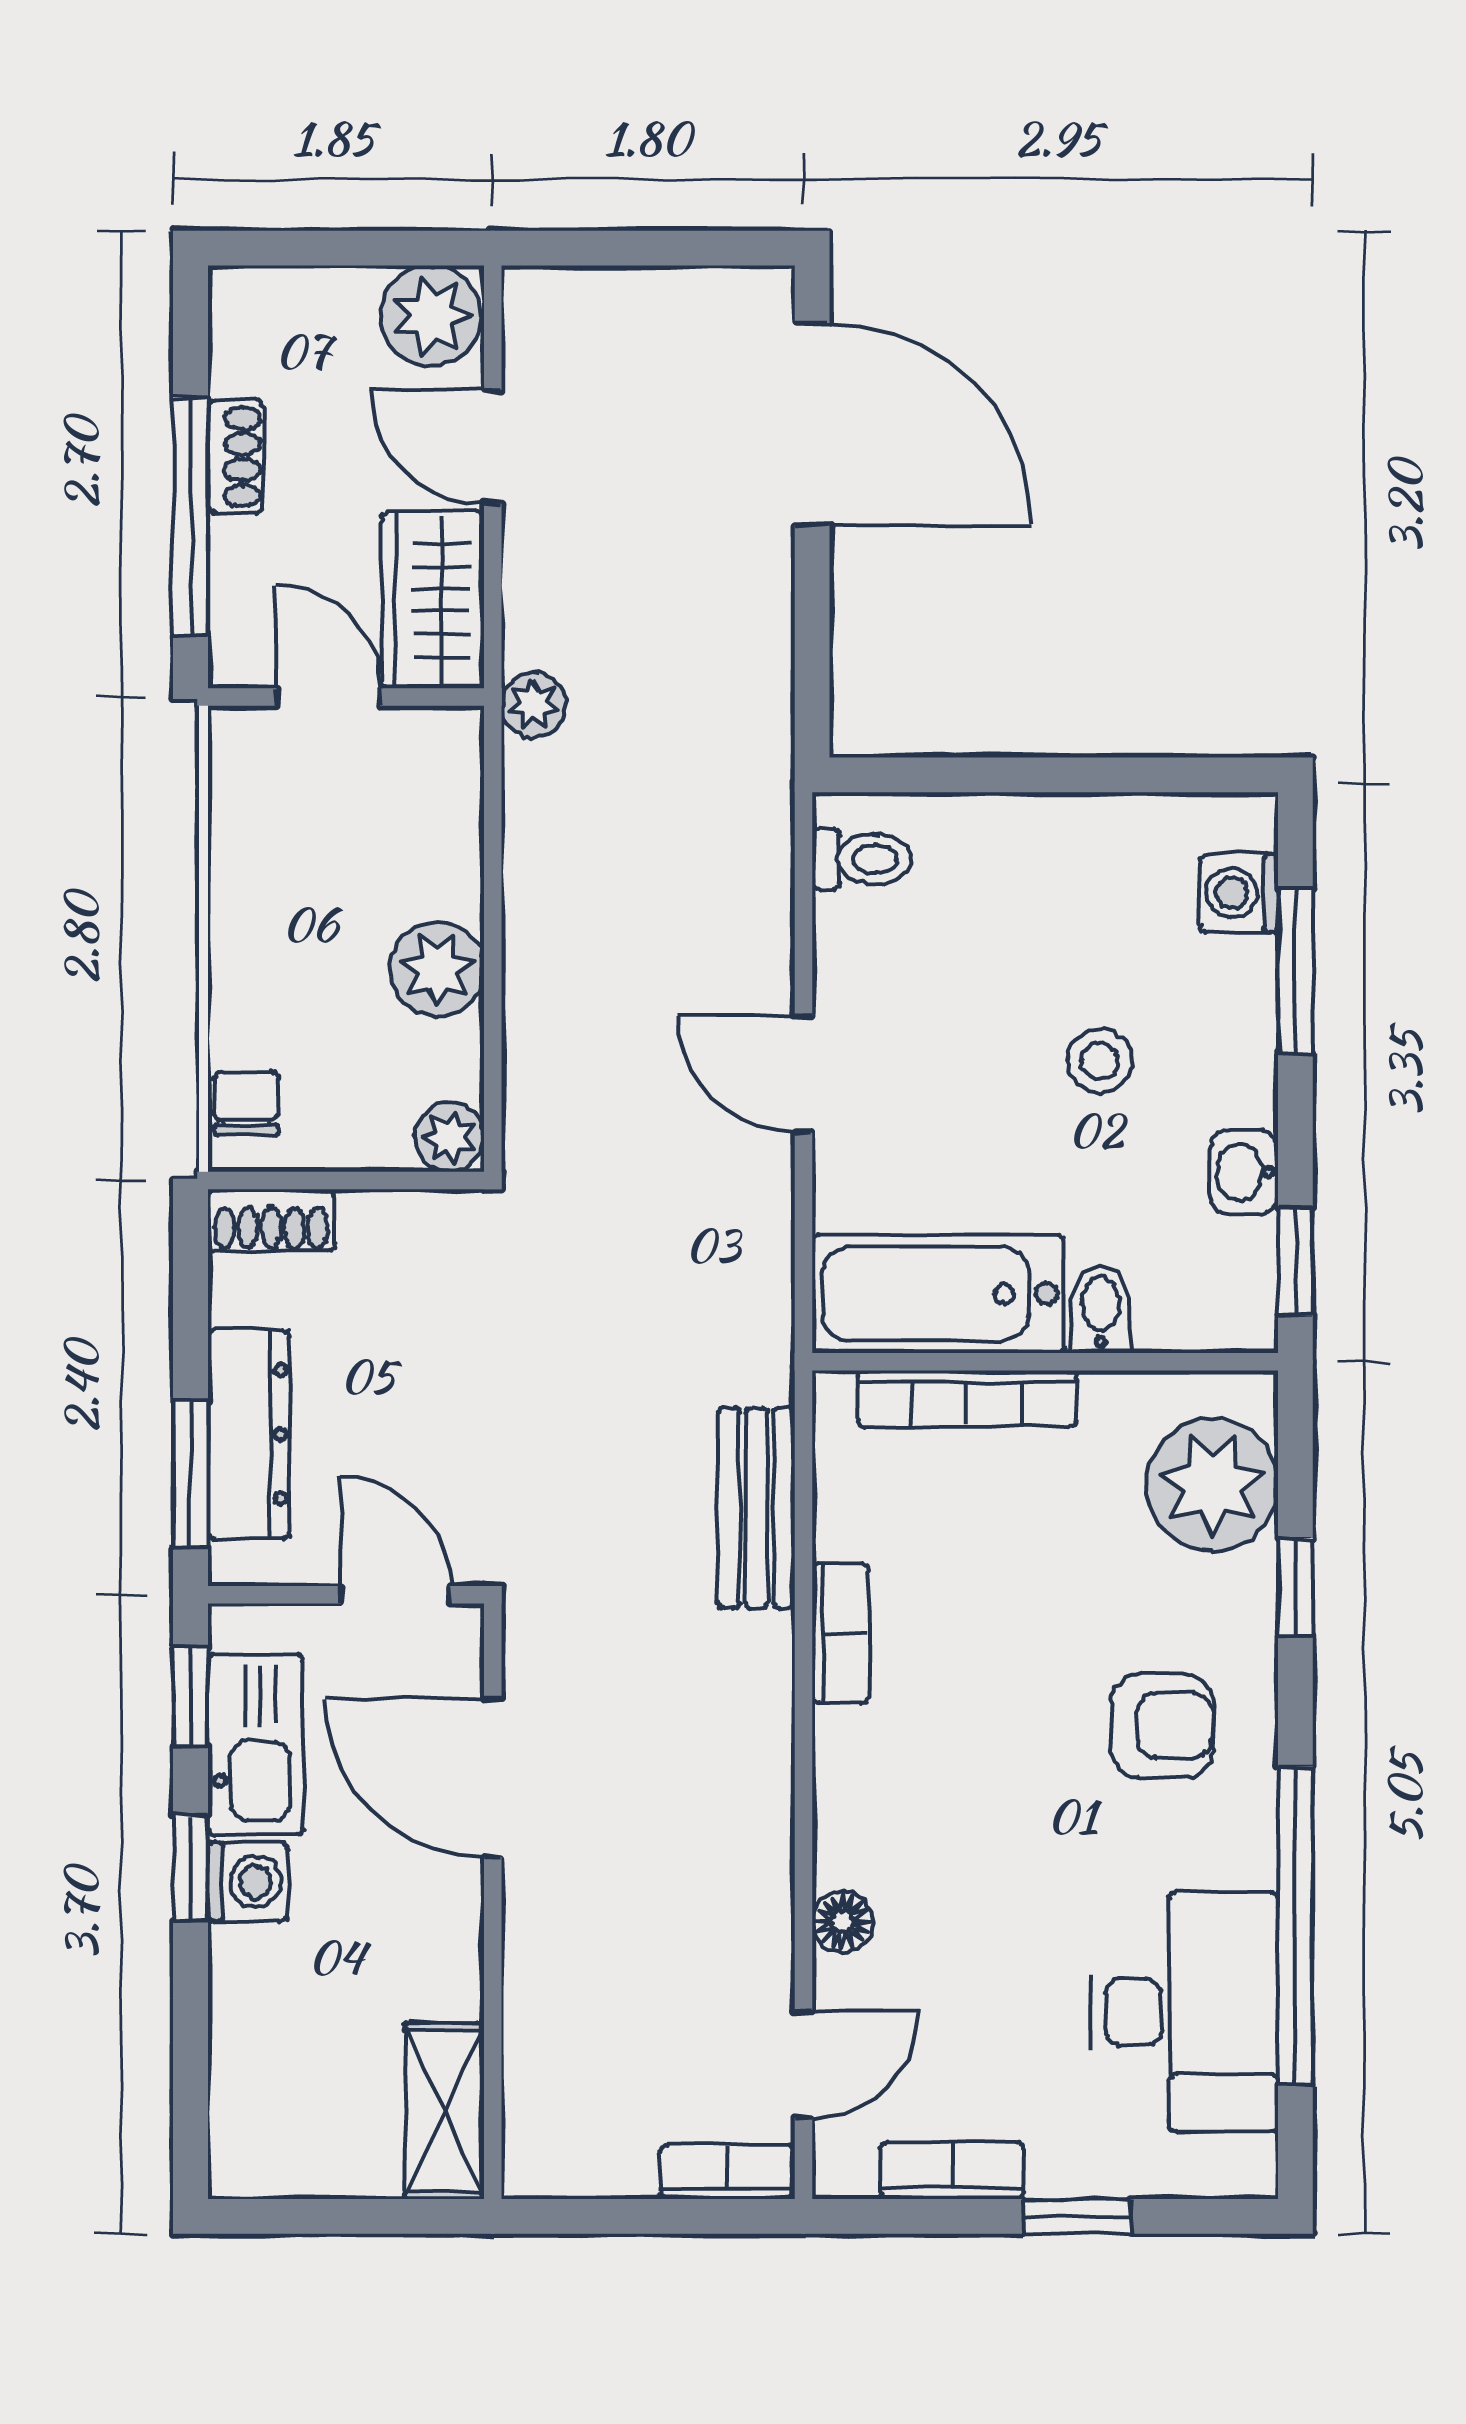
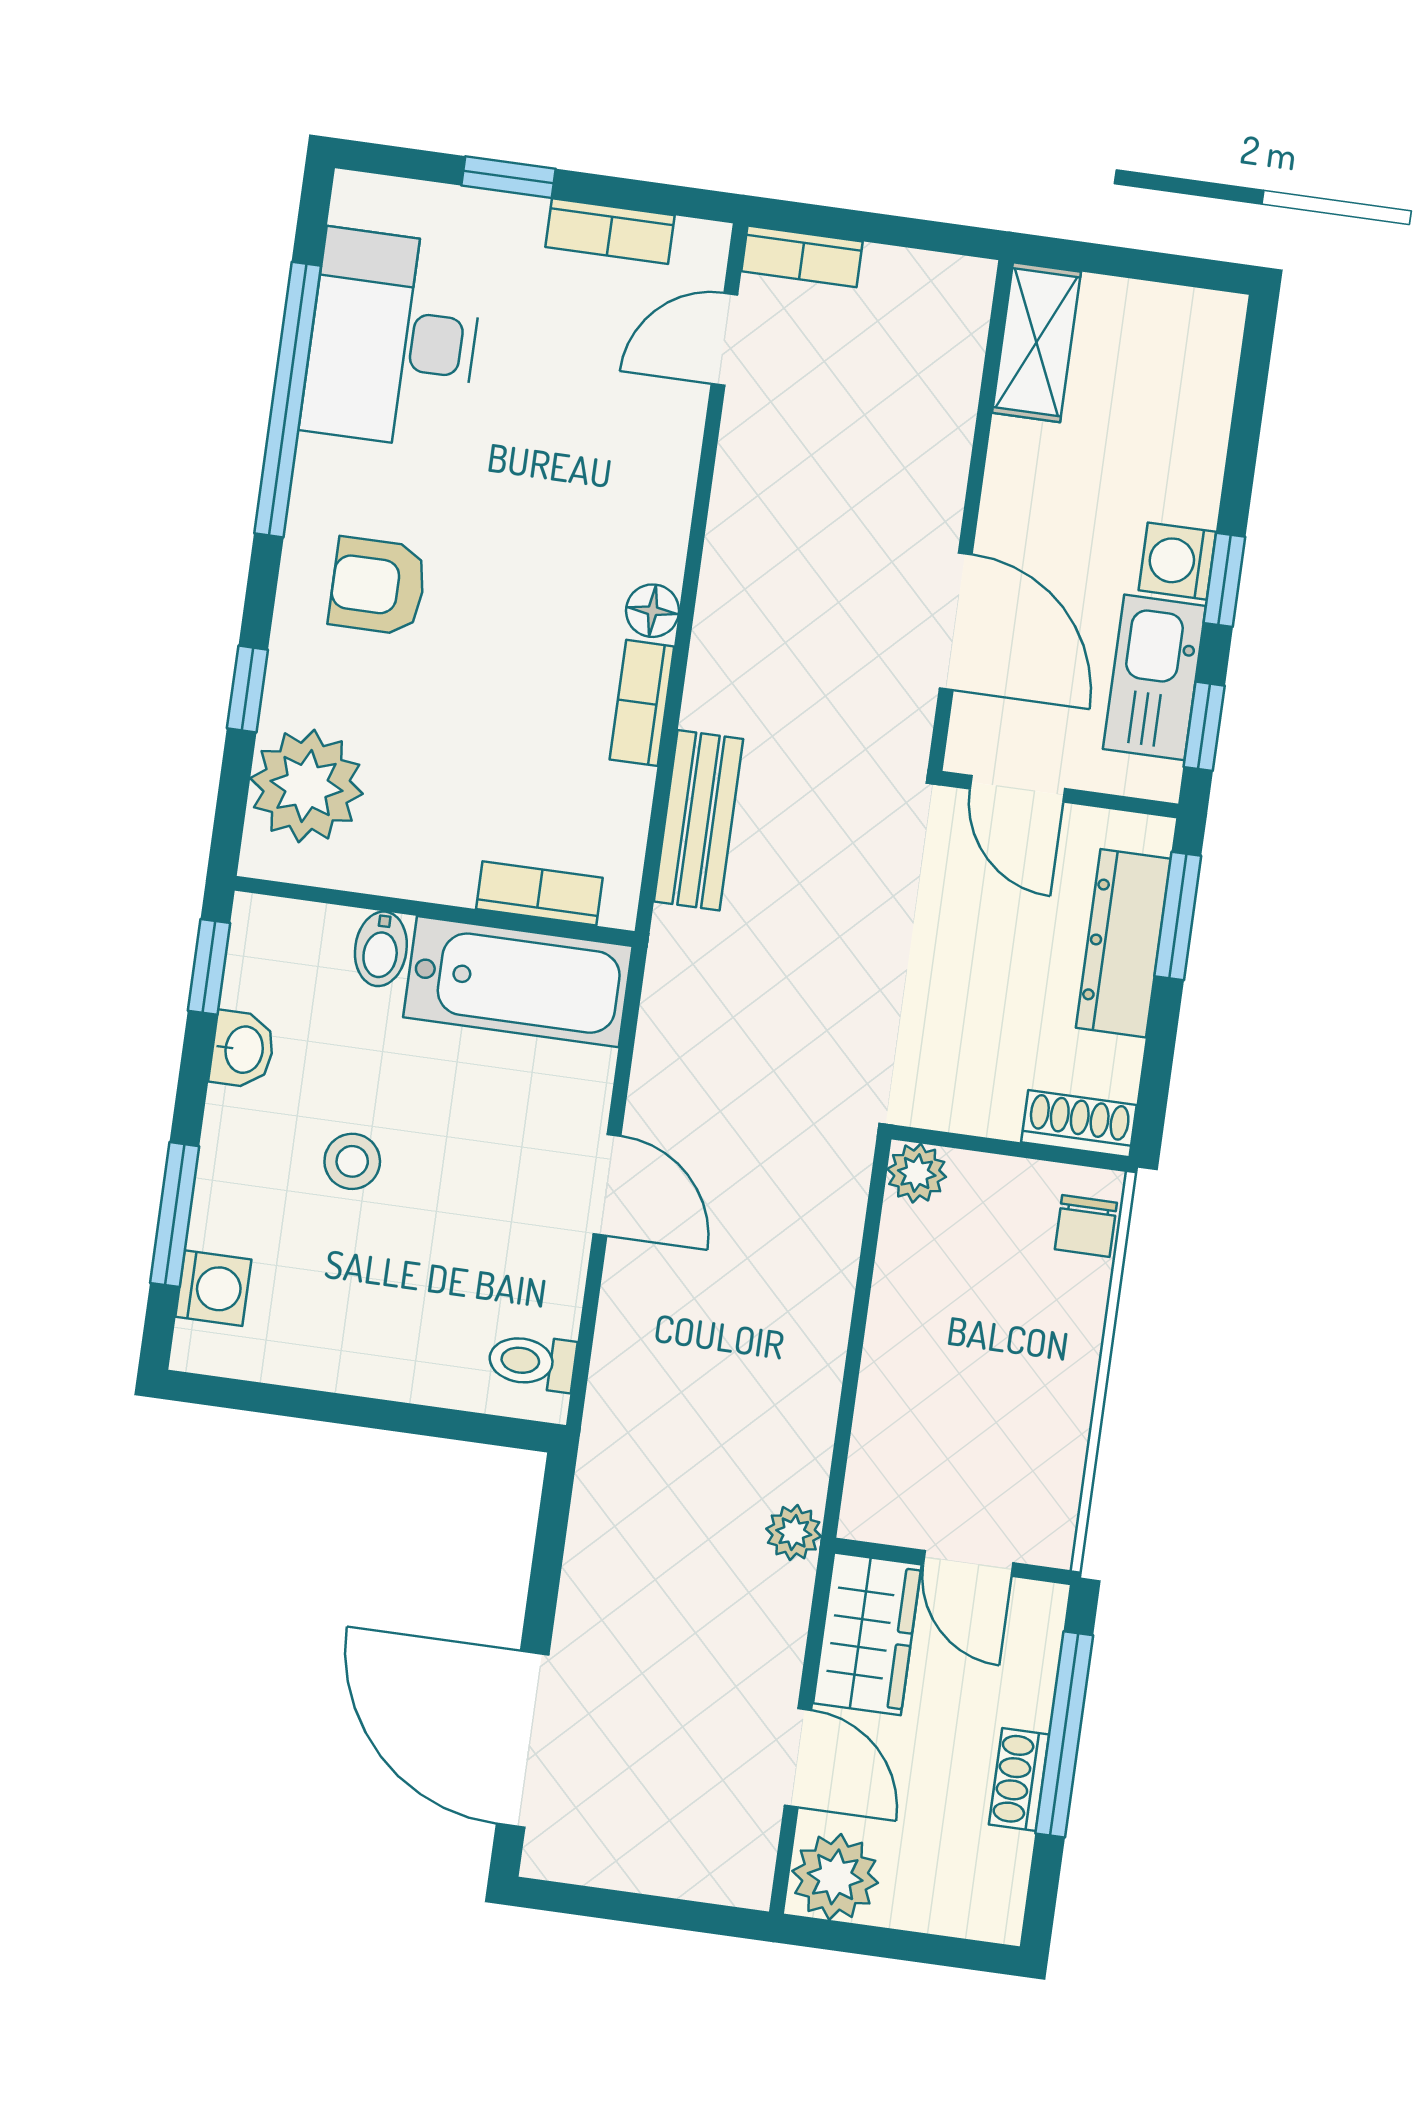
plant: (437, 969) -> (907, 1318), removed
bookcase: (967, 1399) -> (539, 893), width x0.64
floor lamp: (843, 1921) -> (653, 611), moved

